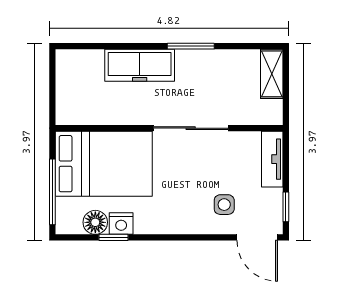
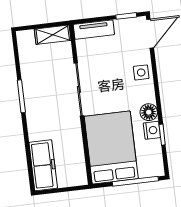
freezer: (140, 65) -> (43, 165), moved
shelving: (272, 74) -> (53, 35), moved
side table: (224, 205) -> (141, 72), moved
floor lamp: (95, 222) -> (149, 112), moved

